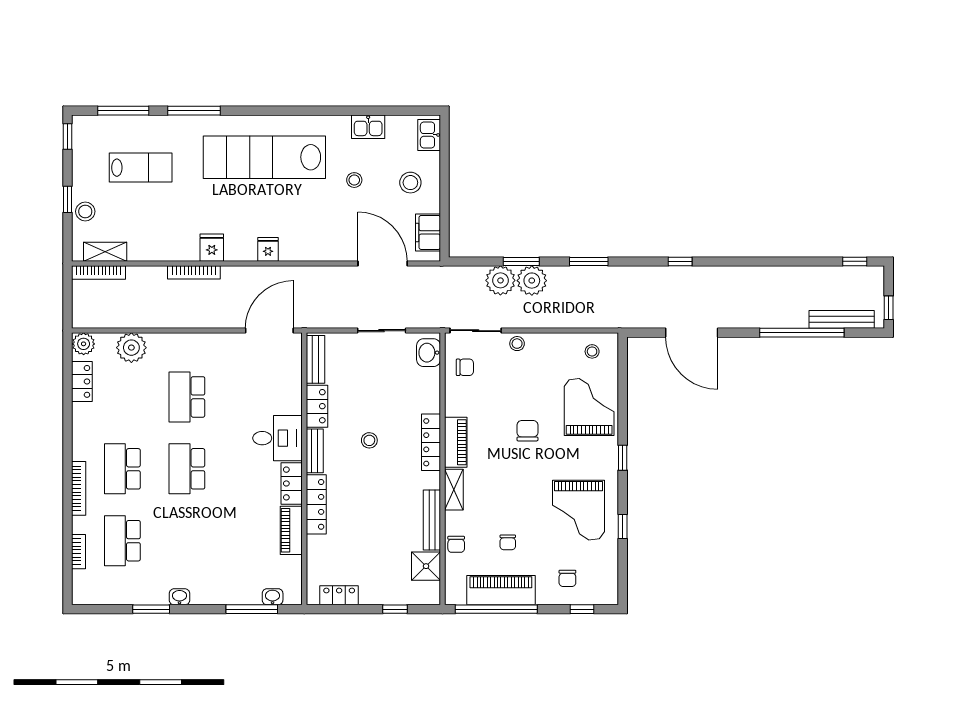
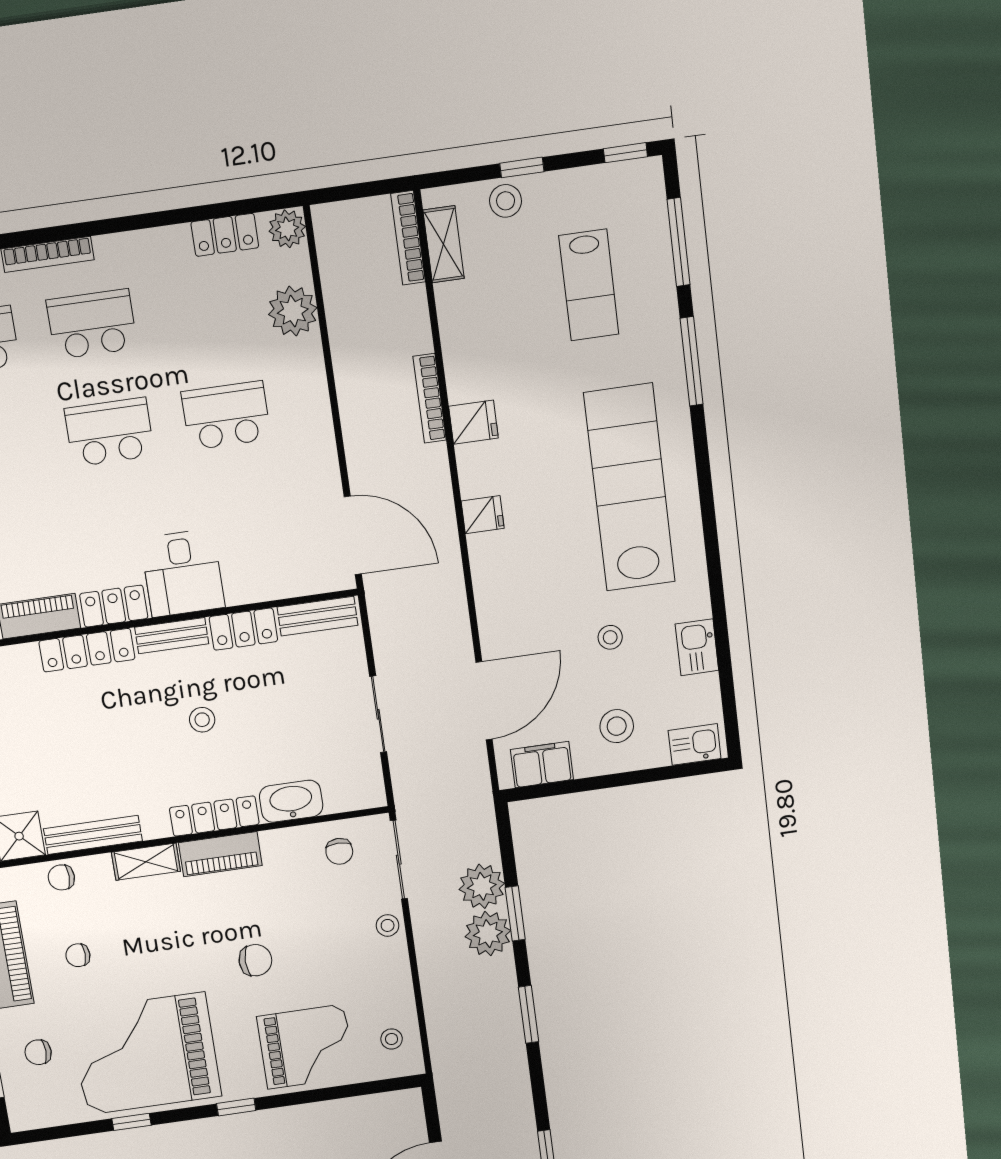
washbasin: (429, 353) -> (291, 801), moved, width x1.38
grand piano: (578, 510) -> (146, 1054), width x1.37, depth x1.48

